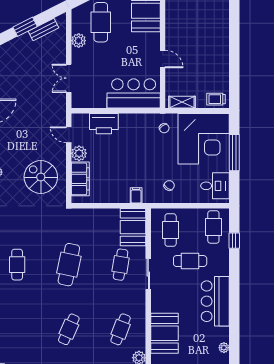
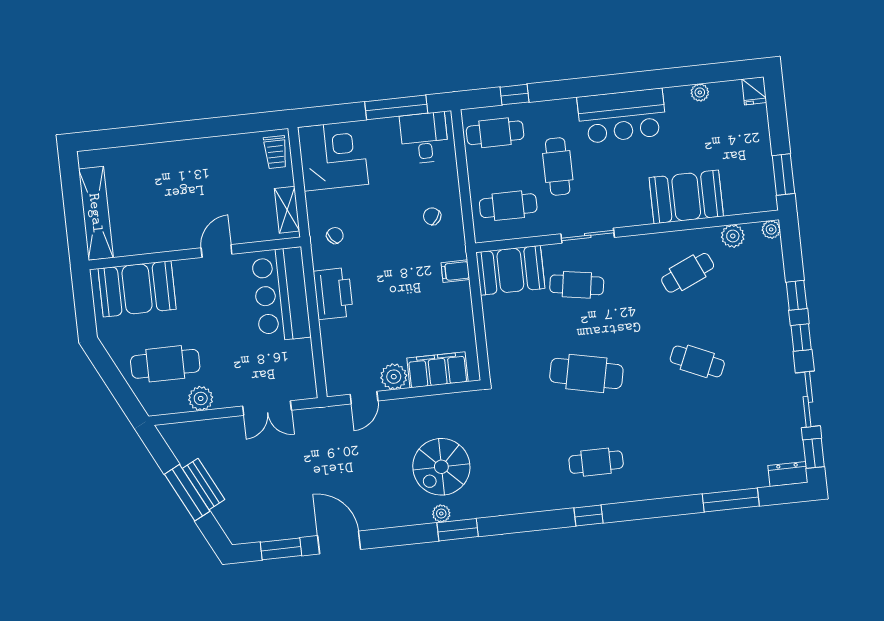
window: (25, 27) -> (187, 493), width x1.44
bench: (44, 29) -> (203, 484), moved
printer: (104, 124) -> (333, 294), moved
corner desk: (204, 139) -> (333, 156), width x0.74, depth x0.74
window: (234, 153) -> (396, 107), moved
spiral stairs: (41, 177) -> (441, 467), moved
cafe table: (121, 329) -> (688, 273), turned -45

